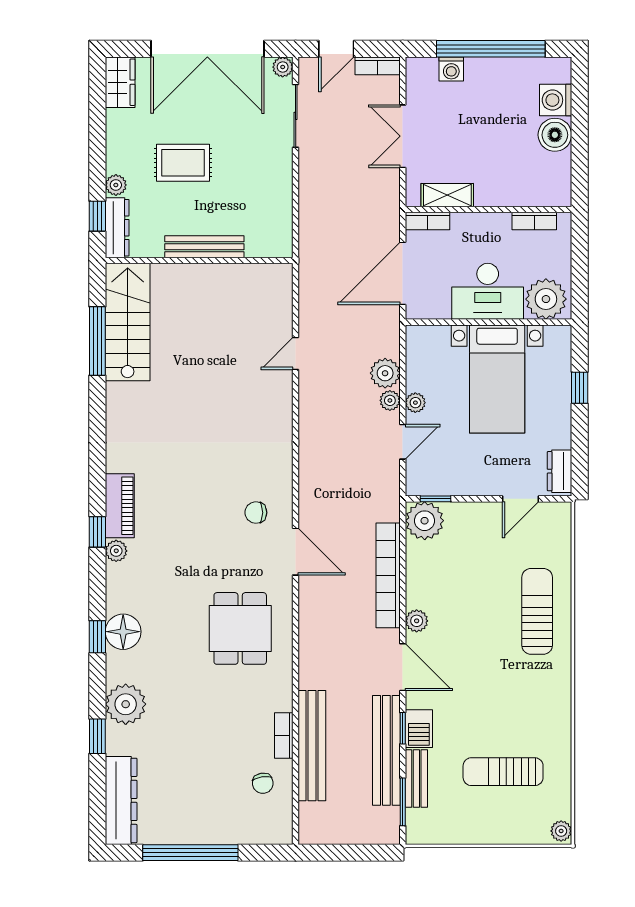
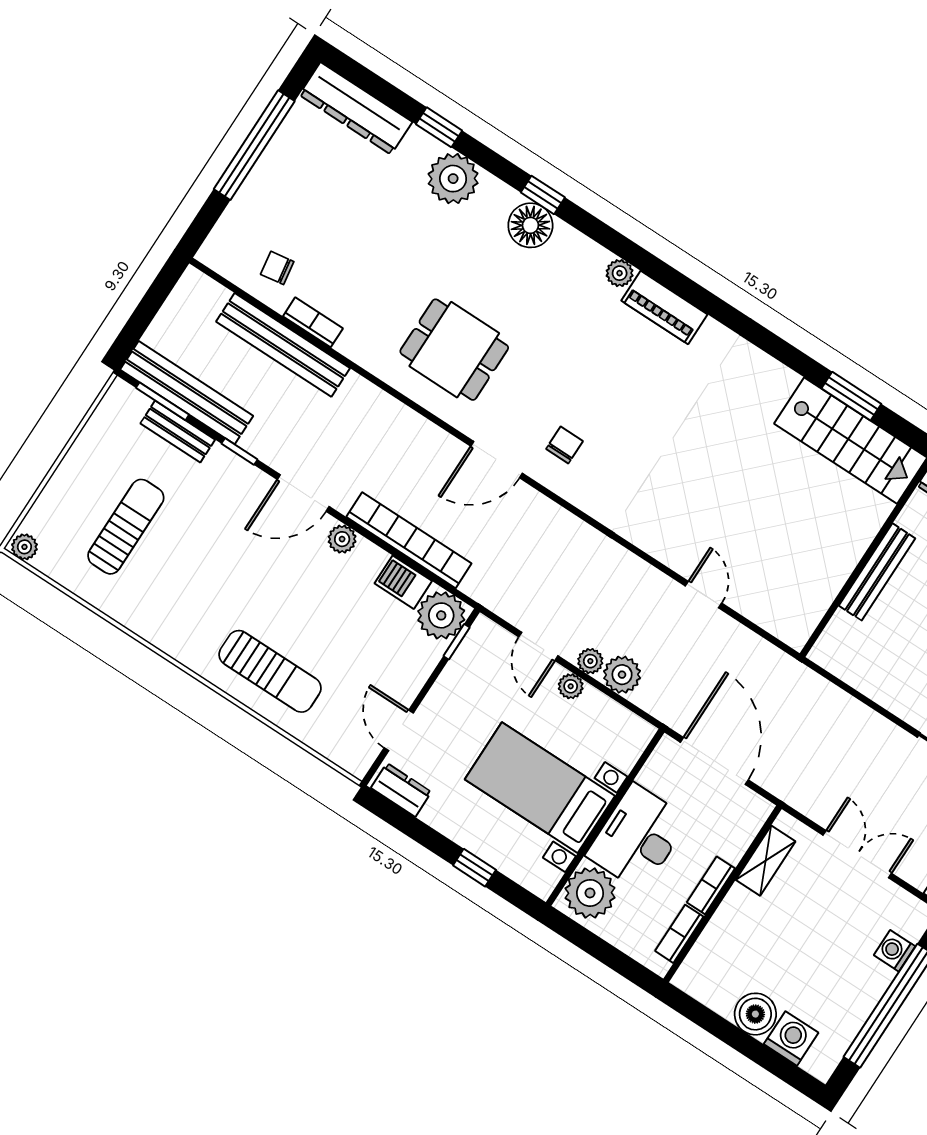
bookcase: (427, 221) -> (711, 885), moved
window: (97, 341) -> (851, 396), width x0.69
window: (97, 532) -> (652, 266), removed
barbecue: (419, 729) -> (403, 582), moved
bench: (386, 750) -> (187, 393), moved

